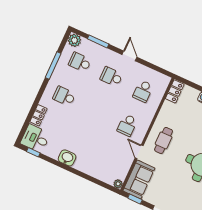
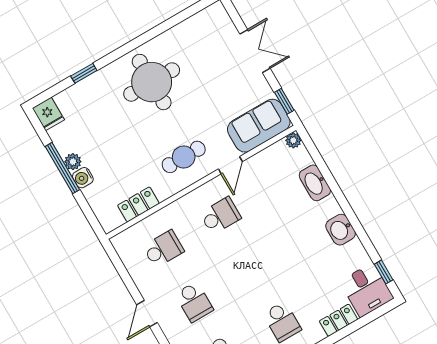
locker: (175, 91) -> (138, 204), moved
washbasin: (94, 171) -> (315, 183), added

